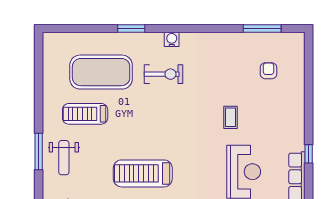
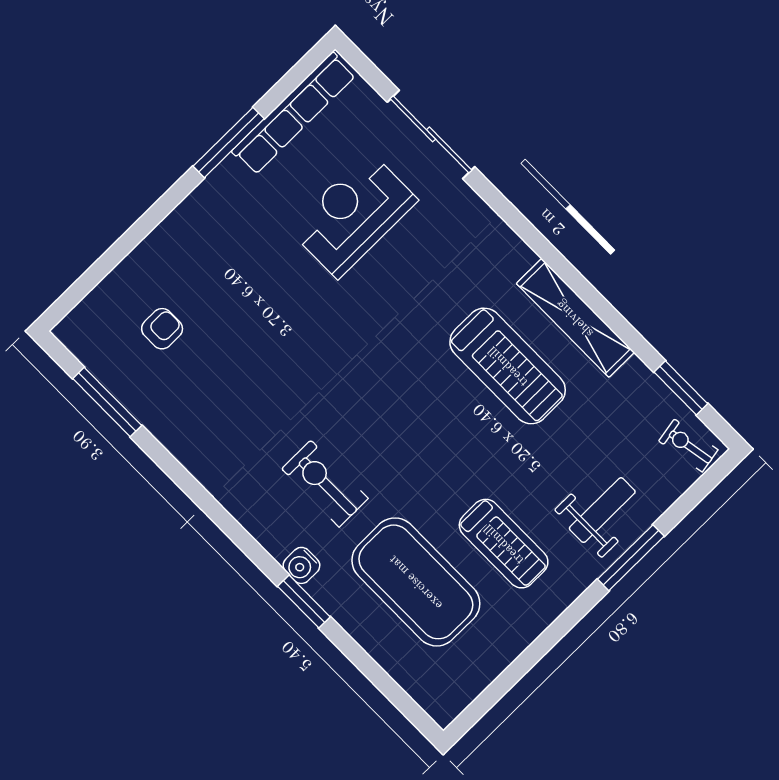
water cooler: (172, 39) -> (301, 565), moved
armchair: (268, 71) -> (162, 329), turned 180
coffee table: (230, 117) -> (290, 317), removed
window: (309, 154) -> (229, 142), width x2.17

